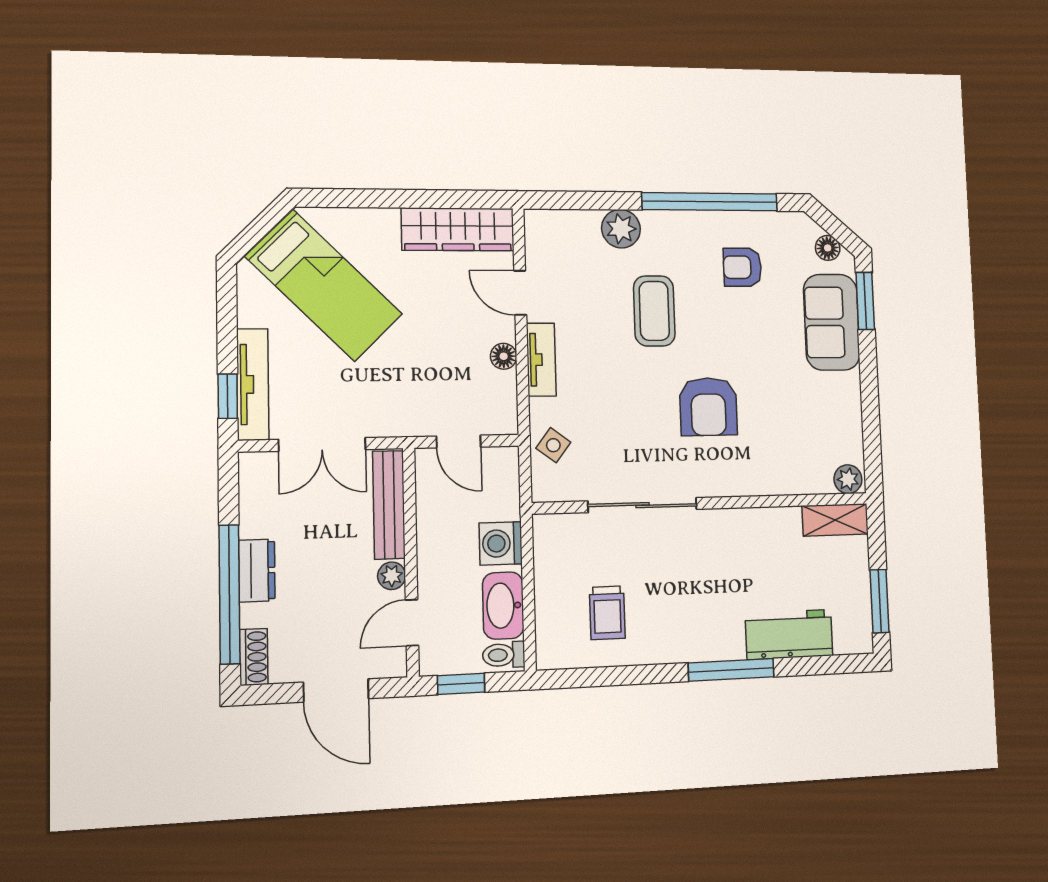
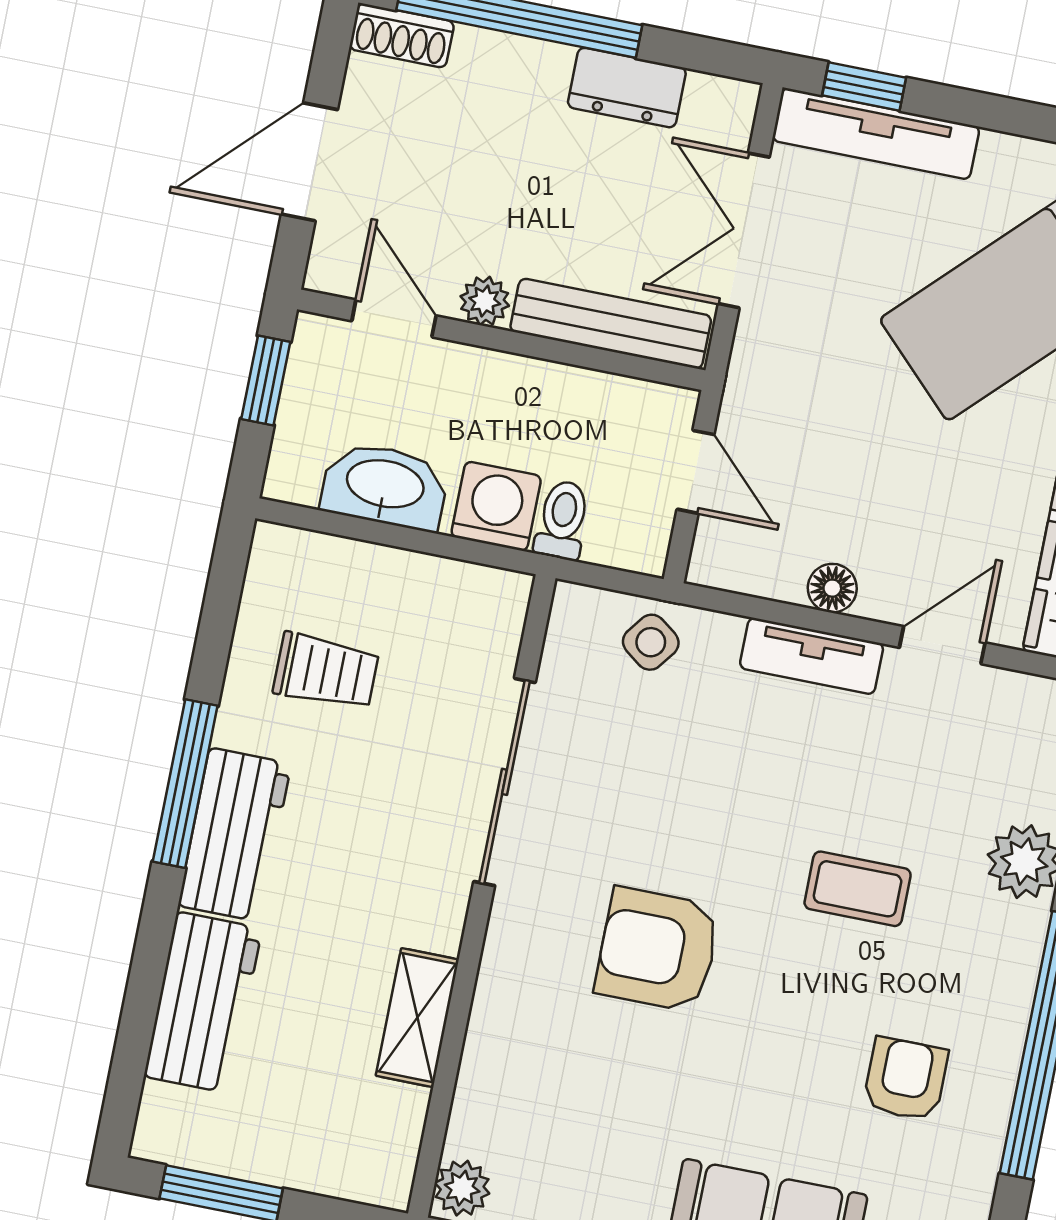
coffee table: (654, 311) -> (858, 889), width x0.73, depth x0.77
door: (459, 442) -> (695, 472), swing flipped
shelving: (835, 520) -> (417, 1018), moved
dresser: (257, 571) -> (627, 88), moved
trolley: (607, 613) -> (326, 671), turned 180
workbench: (702, 640) -> (235, 835), added
toilet: (504, 655) -> (562, 520), moved
window: (731, 670) -> (185, 784), moved

